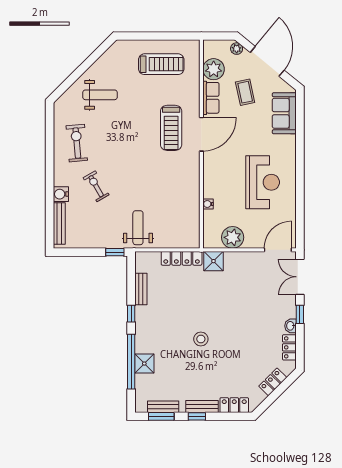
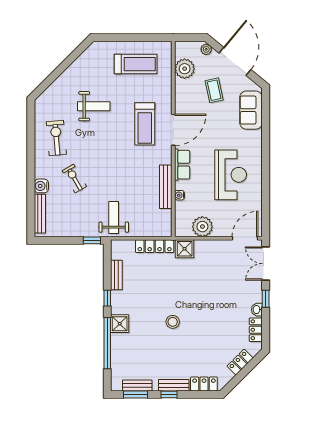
weight bench: (100, 95) -> (94, 106), moved
row of seats: (211, 98) -> (182, 165), moved
bench: (193, 195) -> (166, 187), added
shower: (144, 364) -> (120, 324), moved

